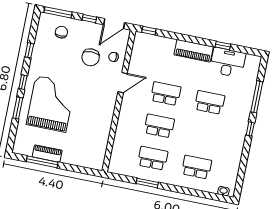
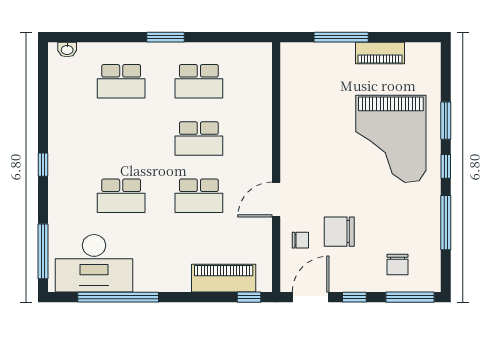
window: (223, 46) -> (118, 297), width x3.17
window: (29, 50) -> (446, 223), width x2.17
piano: (194, 51) -> (224, 278), moved
chair: (91, 57) -> (339, 232), turned -90
desk: (228, 62) -> (94, 263), width x1.36, depth x1.30
window: (257, 97) -> (43, 251), moved
window: (42, 162) -> (341, 37), moved
window: (147, 183) -> (165, 37), moved

